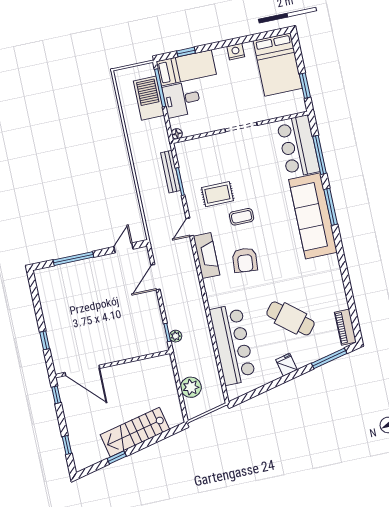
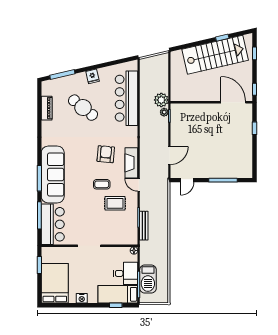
door: (190, 227) -> (139, 185), swing flipped
piano: (345, 327) -> (47, 108), moved
plant: (191, 387) -> (161, 100), moved
stairs: (135, 432) -> (215, 55), width x1.36, depth x1.51

